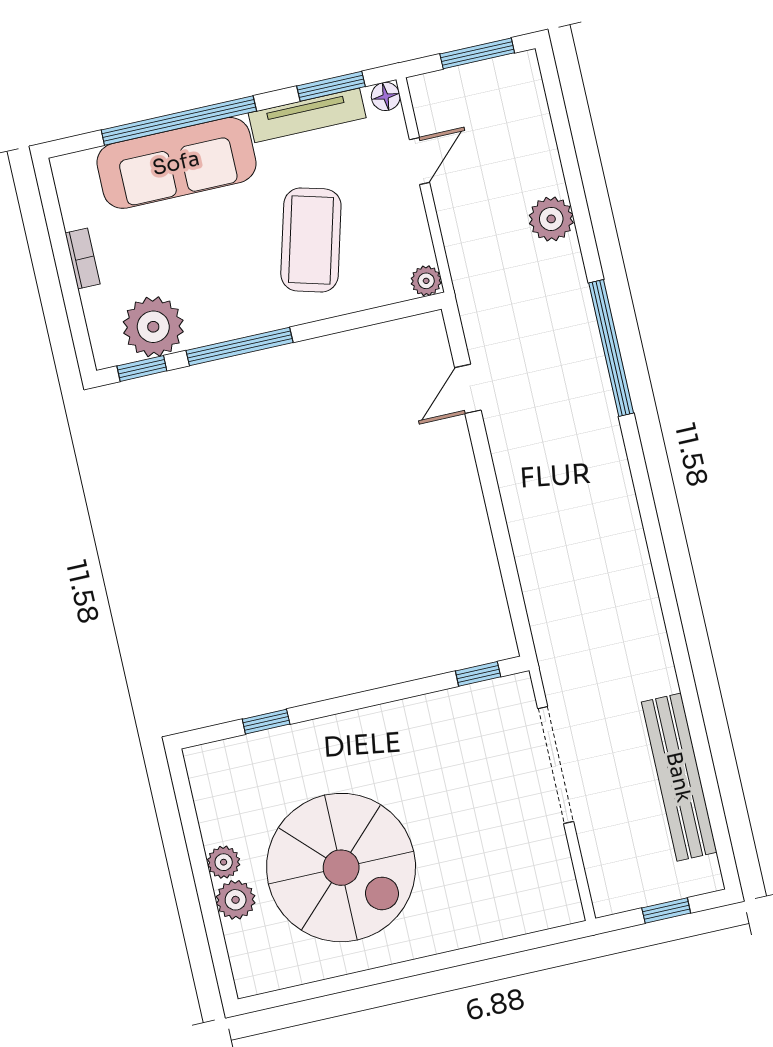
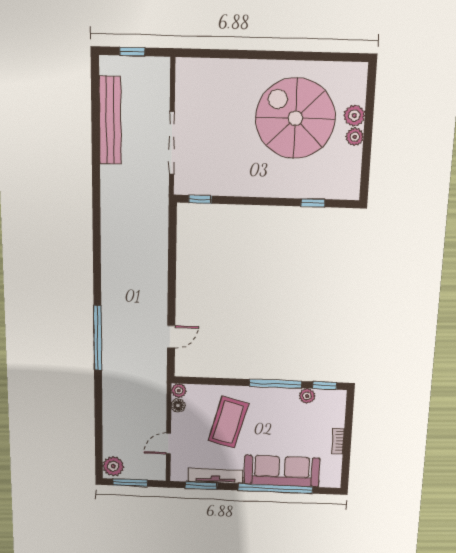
floor lamp: (386, 96) -> (178, 406), moved
plant: (551, 219) -> (113, 466), moved
plant: (153, 327) -> (307, 396), width x0.53, depth x0.53

